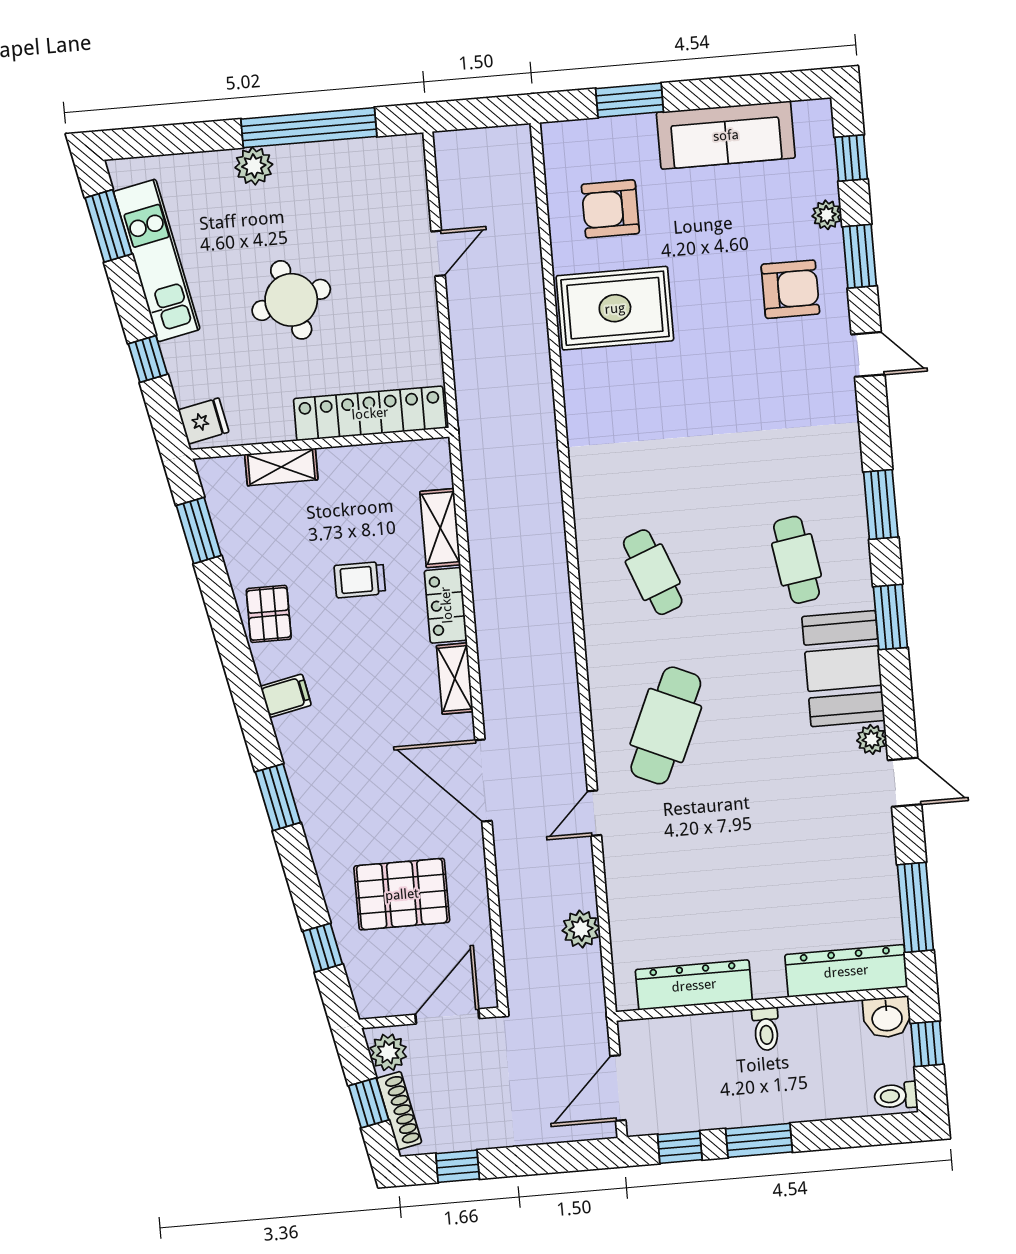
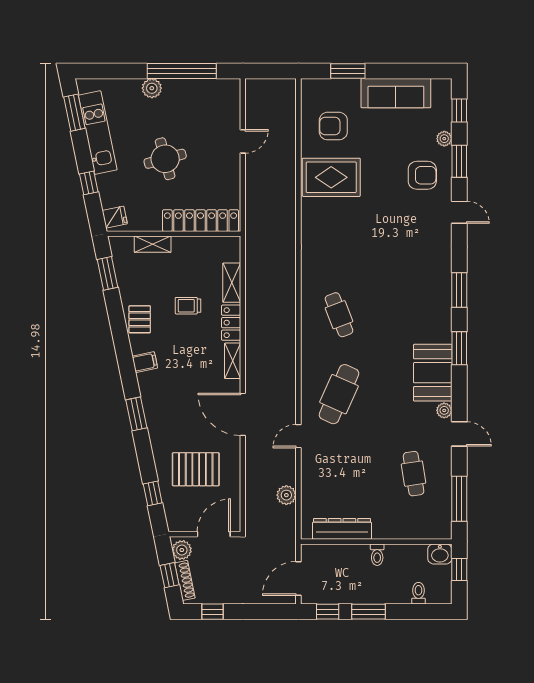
cafe table: (796, 560) -> (414, 474), moved
dresser: (846, 971) -> (421, 528), removed
toilet: (896, 1096) -> (418, 593), moved, turned 90

